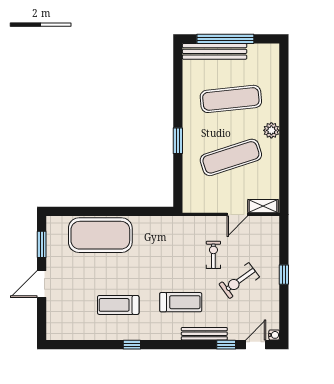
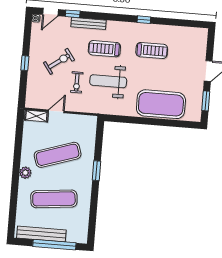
bench: (215, 51) -> (41, 234), moved
weight bench: (172, 260) -> (108, 81), added

